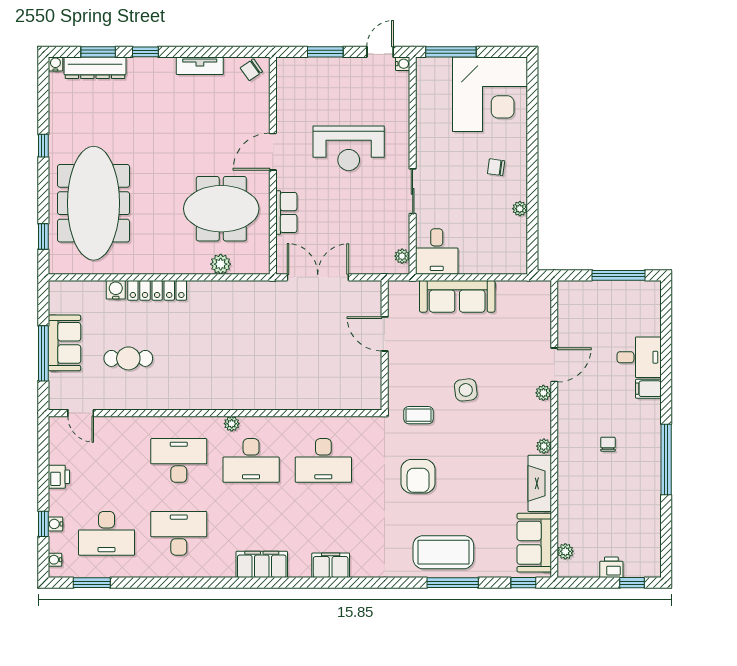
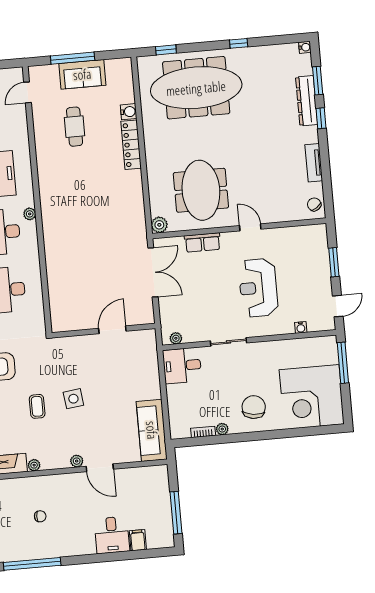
door: (380, 52) -> (338, 306), hinge flipped
water cooler: (403, 64) -> (301, 327), moved
dresser: (95, 68) -> (307, 101), moved
door: (273, 152) -> (250, 227), width x0.73
chair: (496, 167) -> (254, 407), width x1.87, depth x1.87
bookcase: (521, 233) -> (203, 432), added
plant: (221, 264) -> (159, 225), moved
sofa: (457, 296) -> (152, 430), moved
filing cabinet: (648, 389) -> (138, 540), moved
coffee table: (419, 415) -> (37, 406), moved

